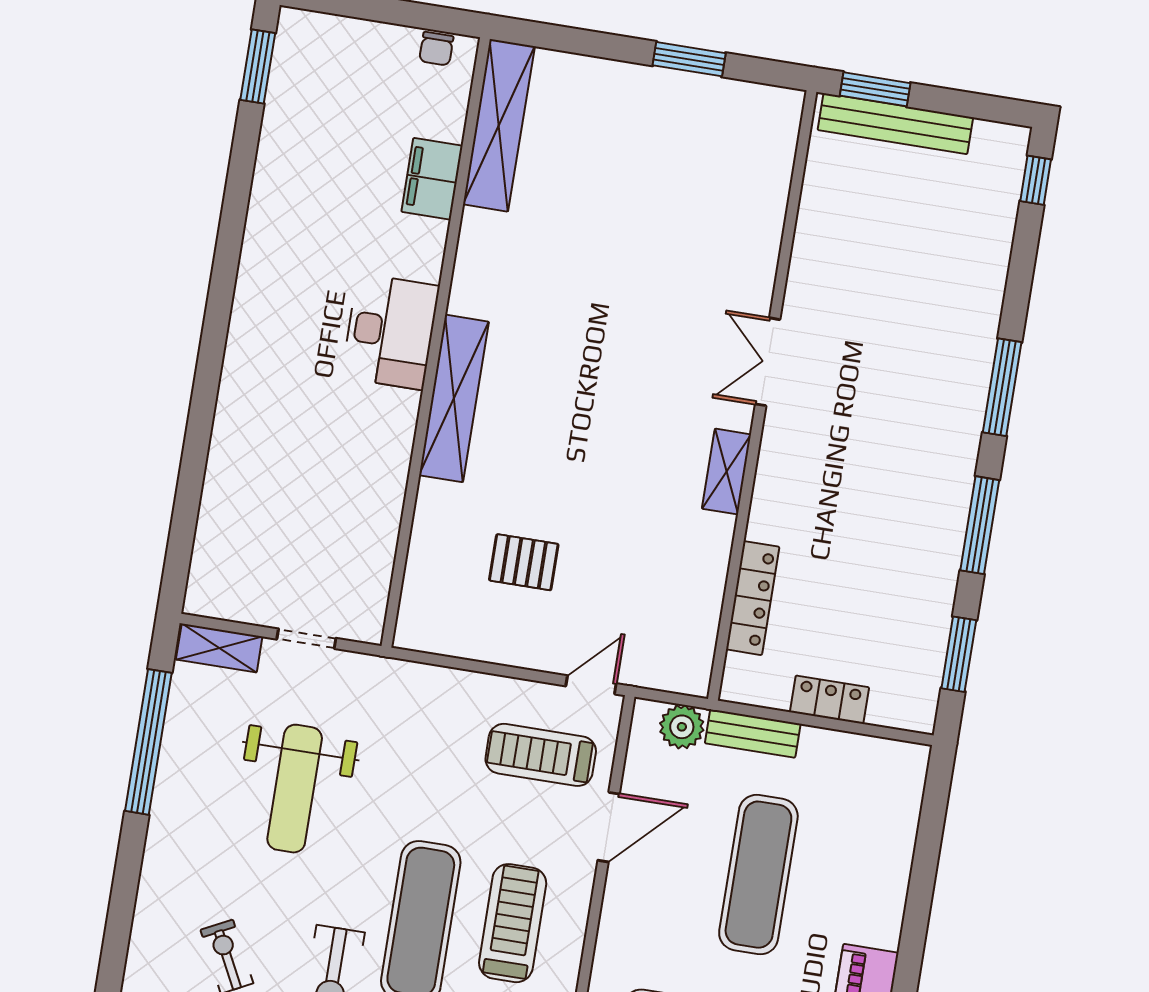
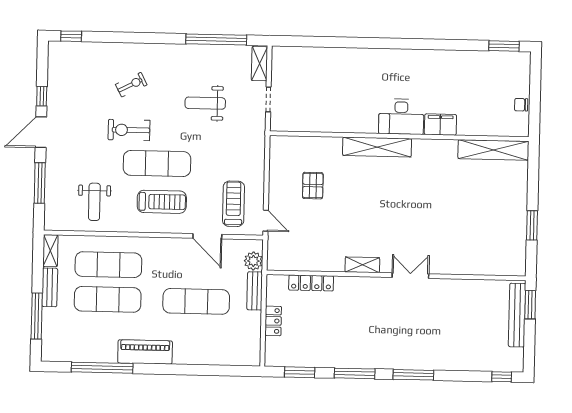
chair: (436, 49) -> (521, 105), moved
filing cabinet: (432, 179) -> (440, 125), moved
weight bench: (295, 789) -> (205, 103), width x0.73, depth x0.75

